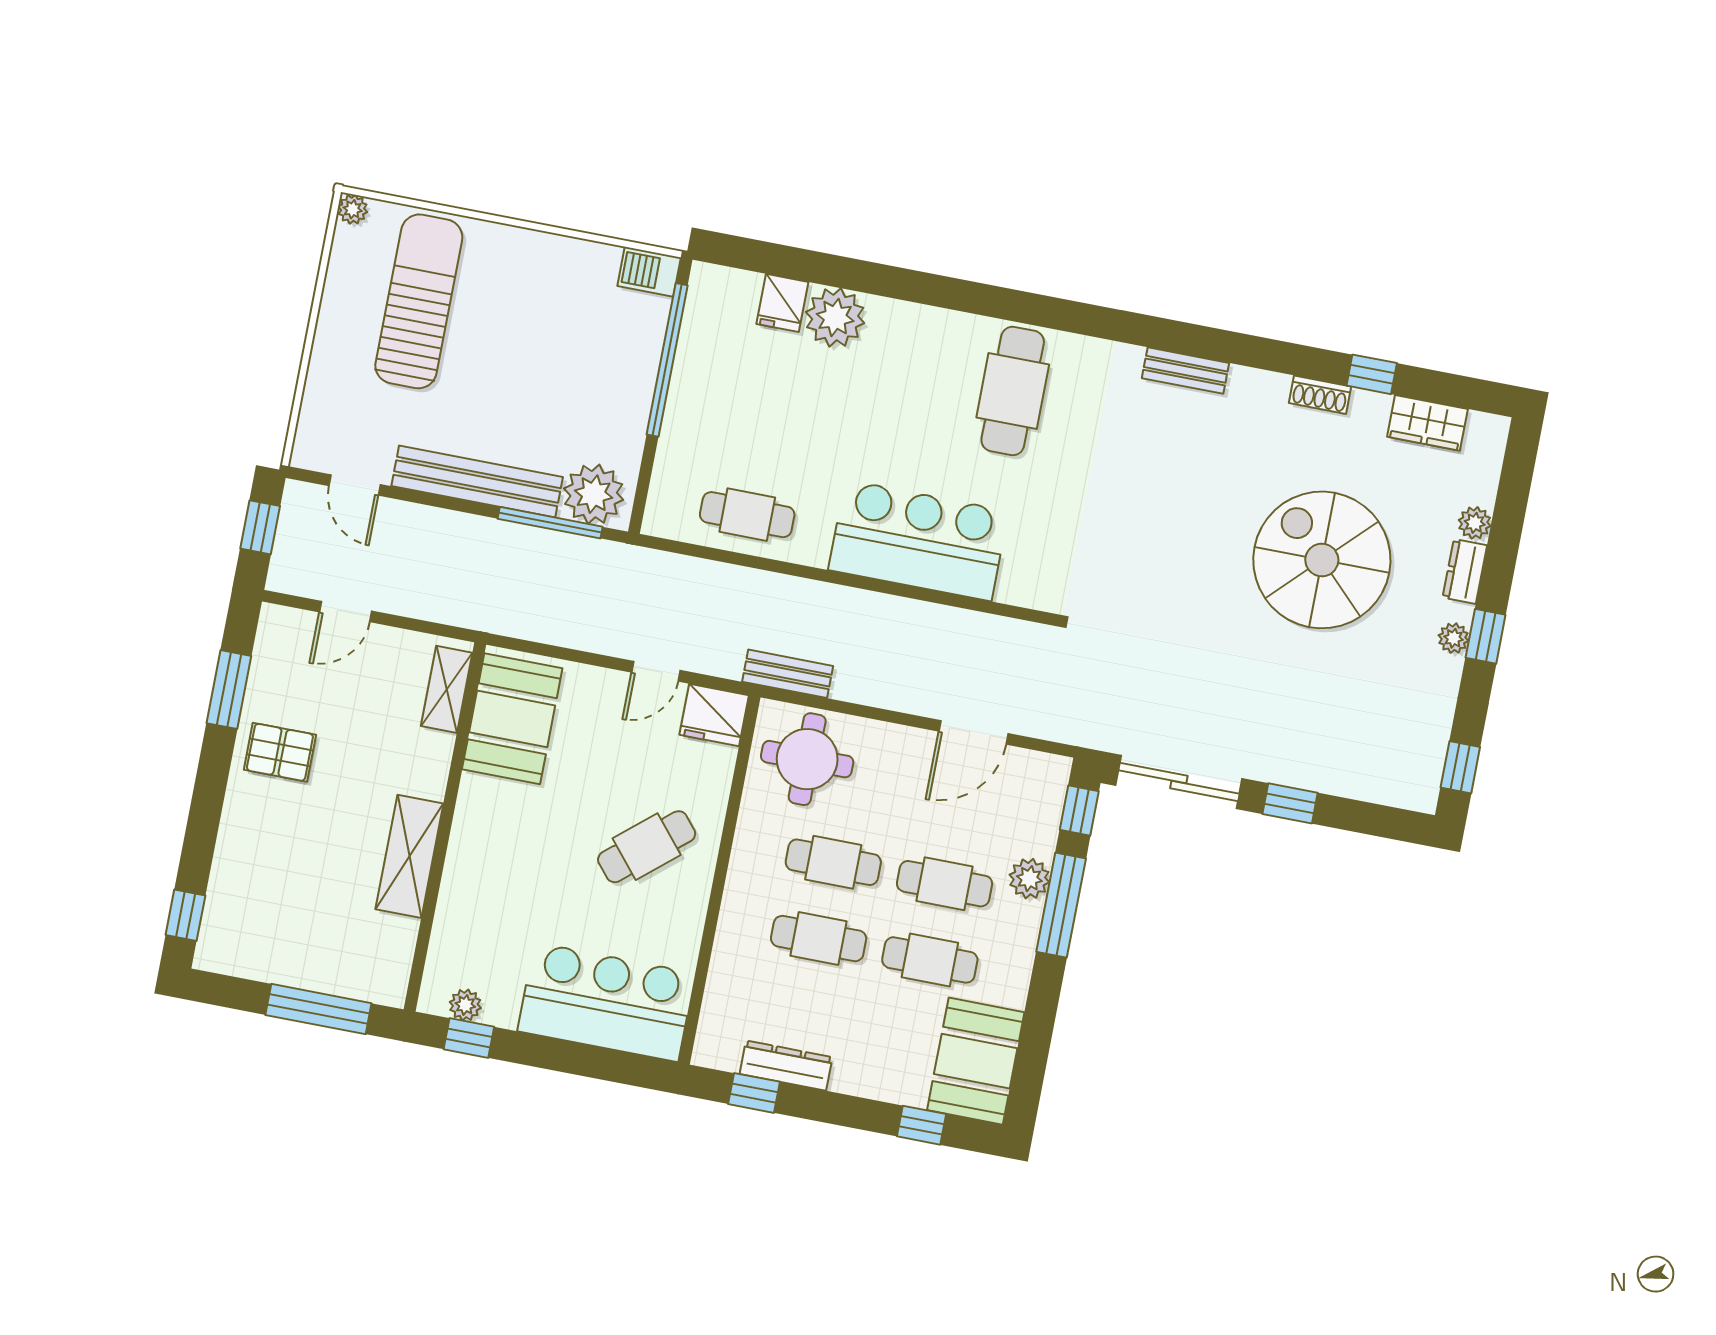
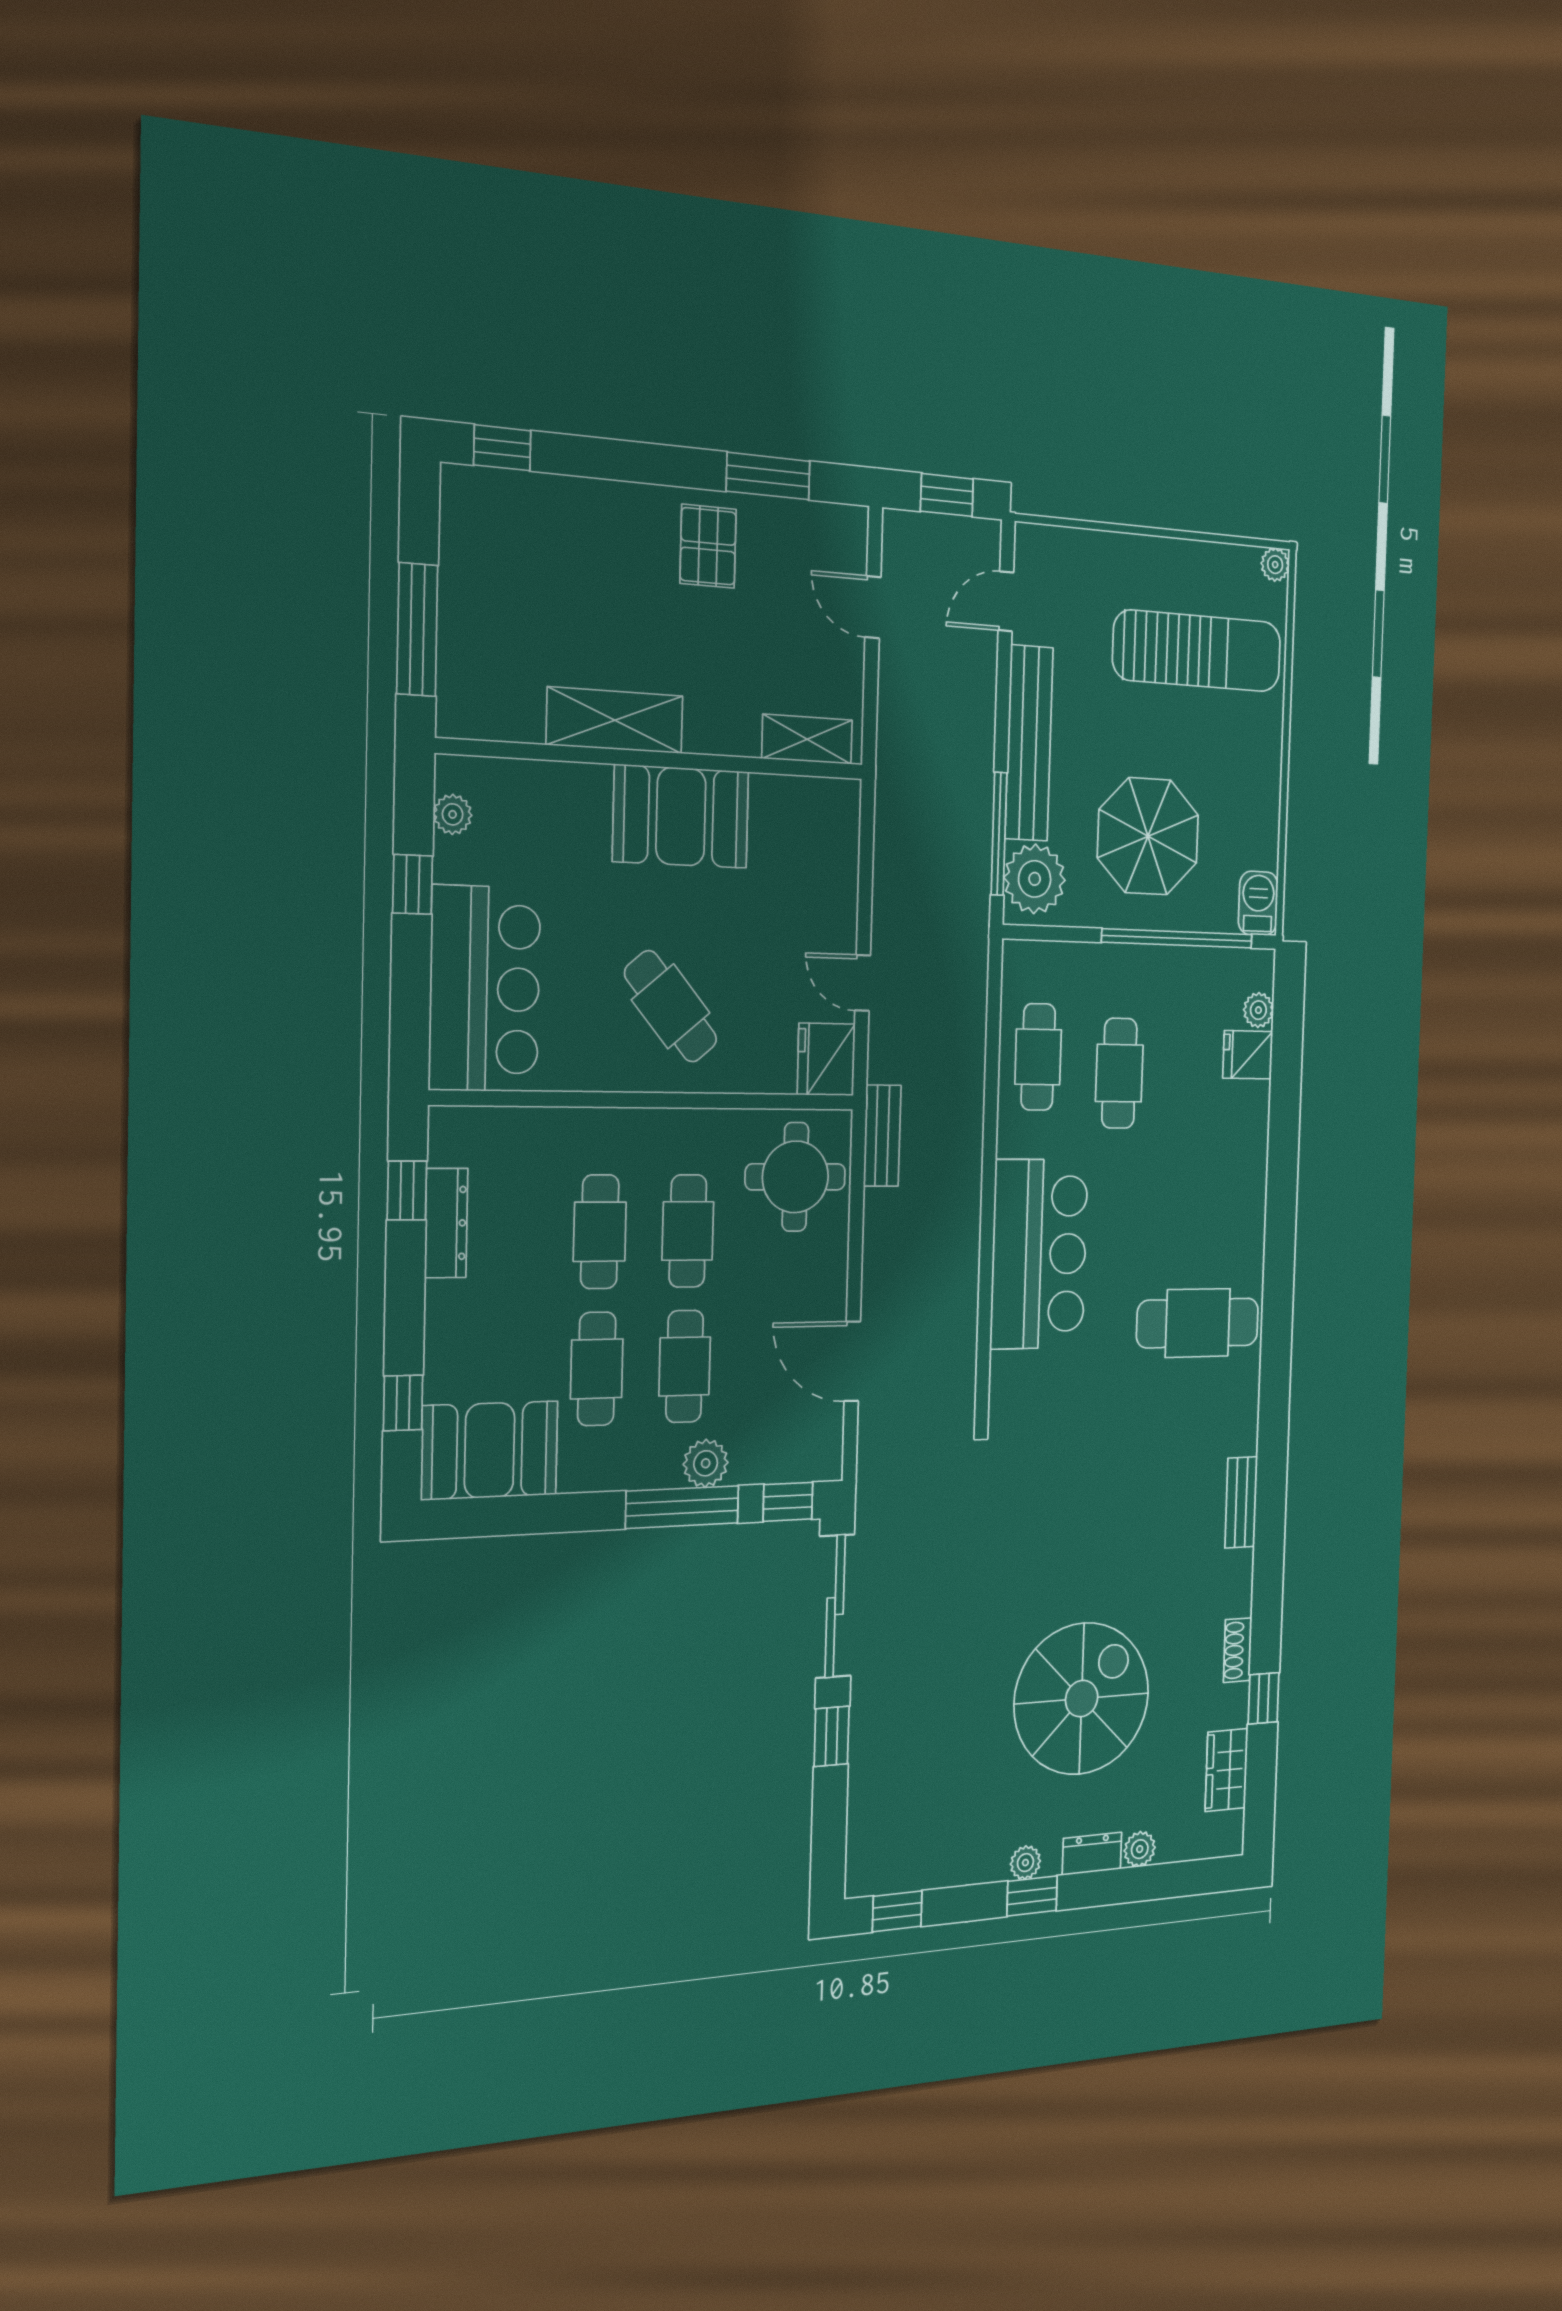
plant: (835, 317) -> (1258, 1010), moved, width x0.53, depth x0.53
parasol: (573, 376) -> (1148, 836), added
cafe table: (776, 437) -> (1119, 1073), added
booth: (512, 719) -> (681, 816), moved
window: (469, 1038) -> (413, 884), moved

